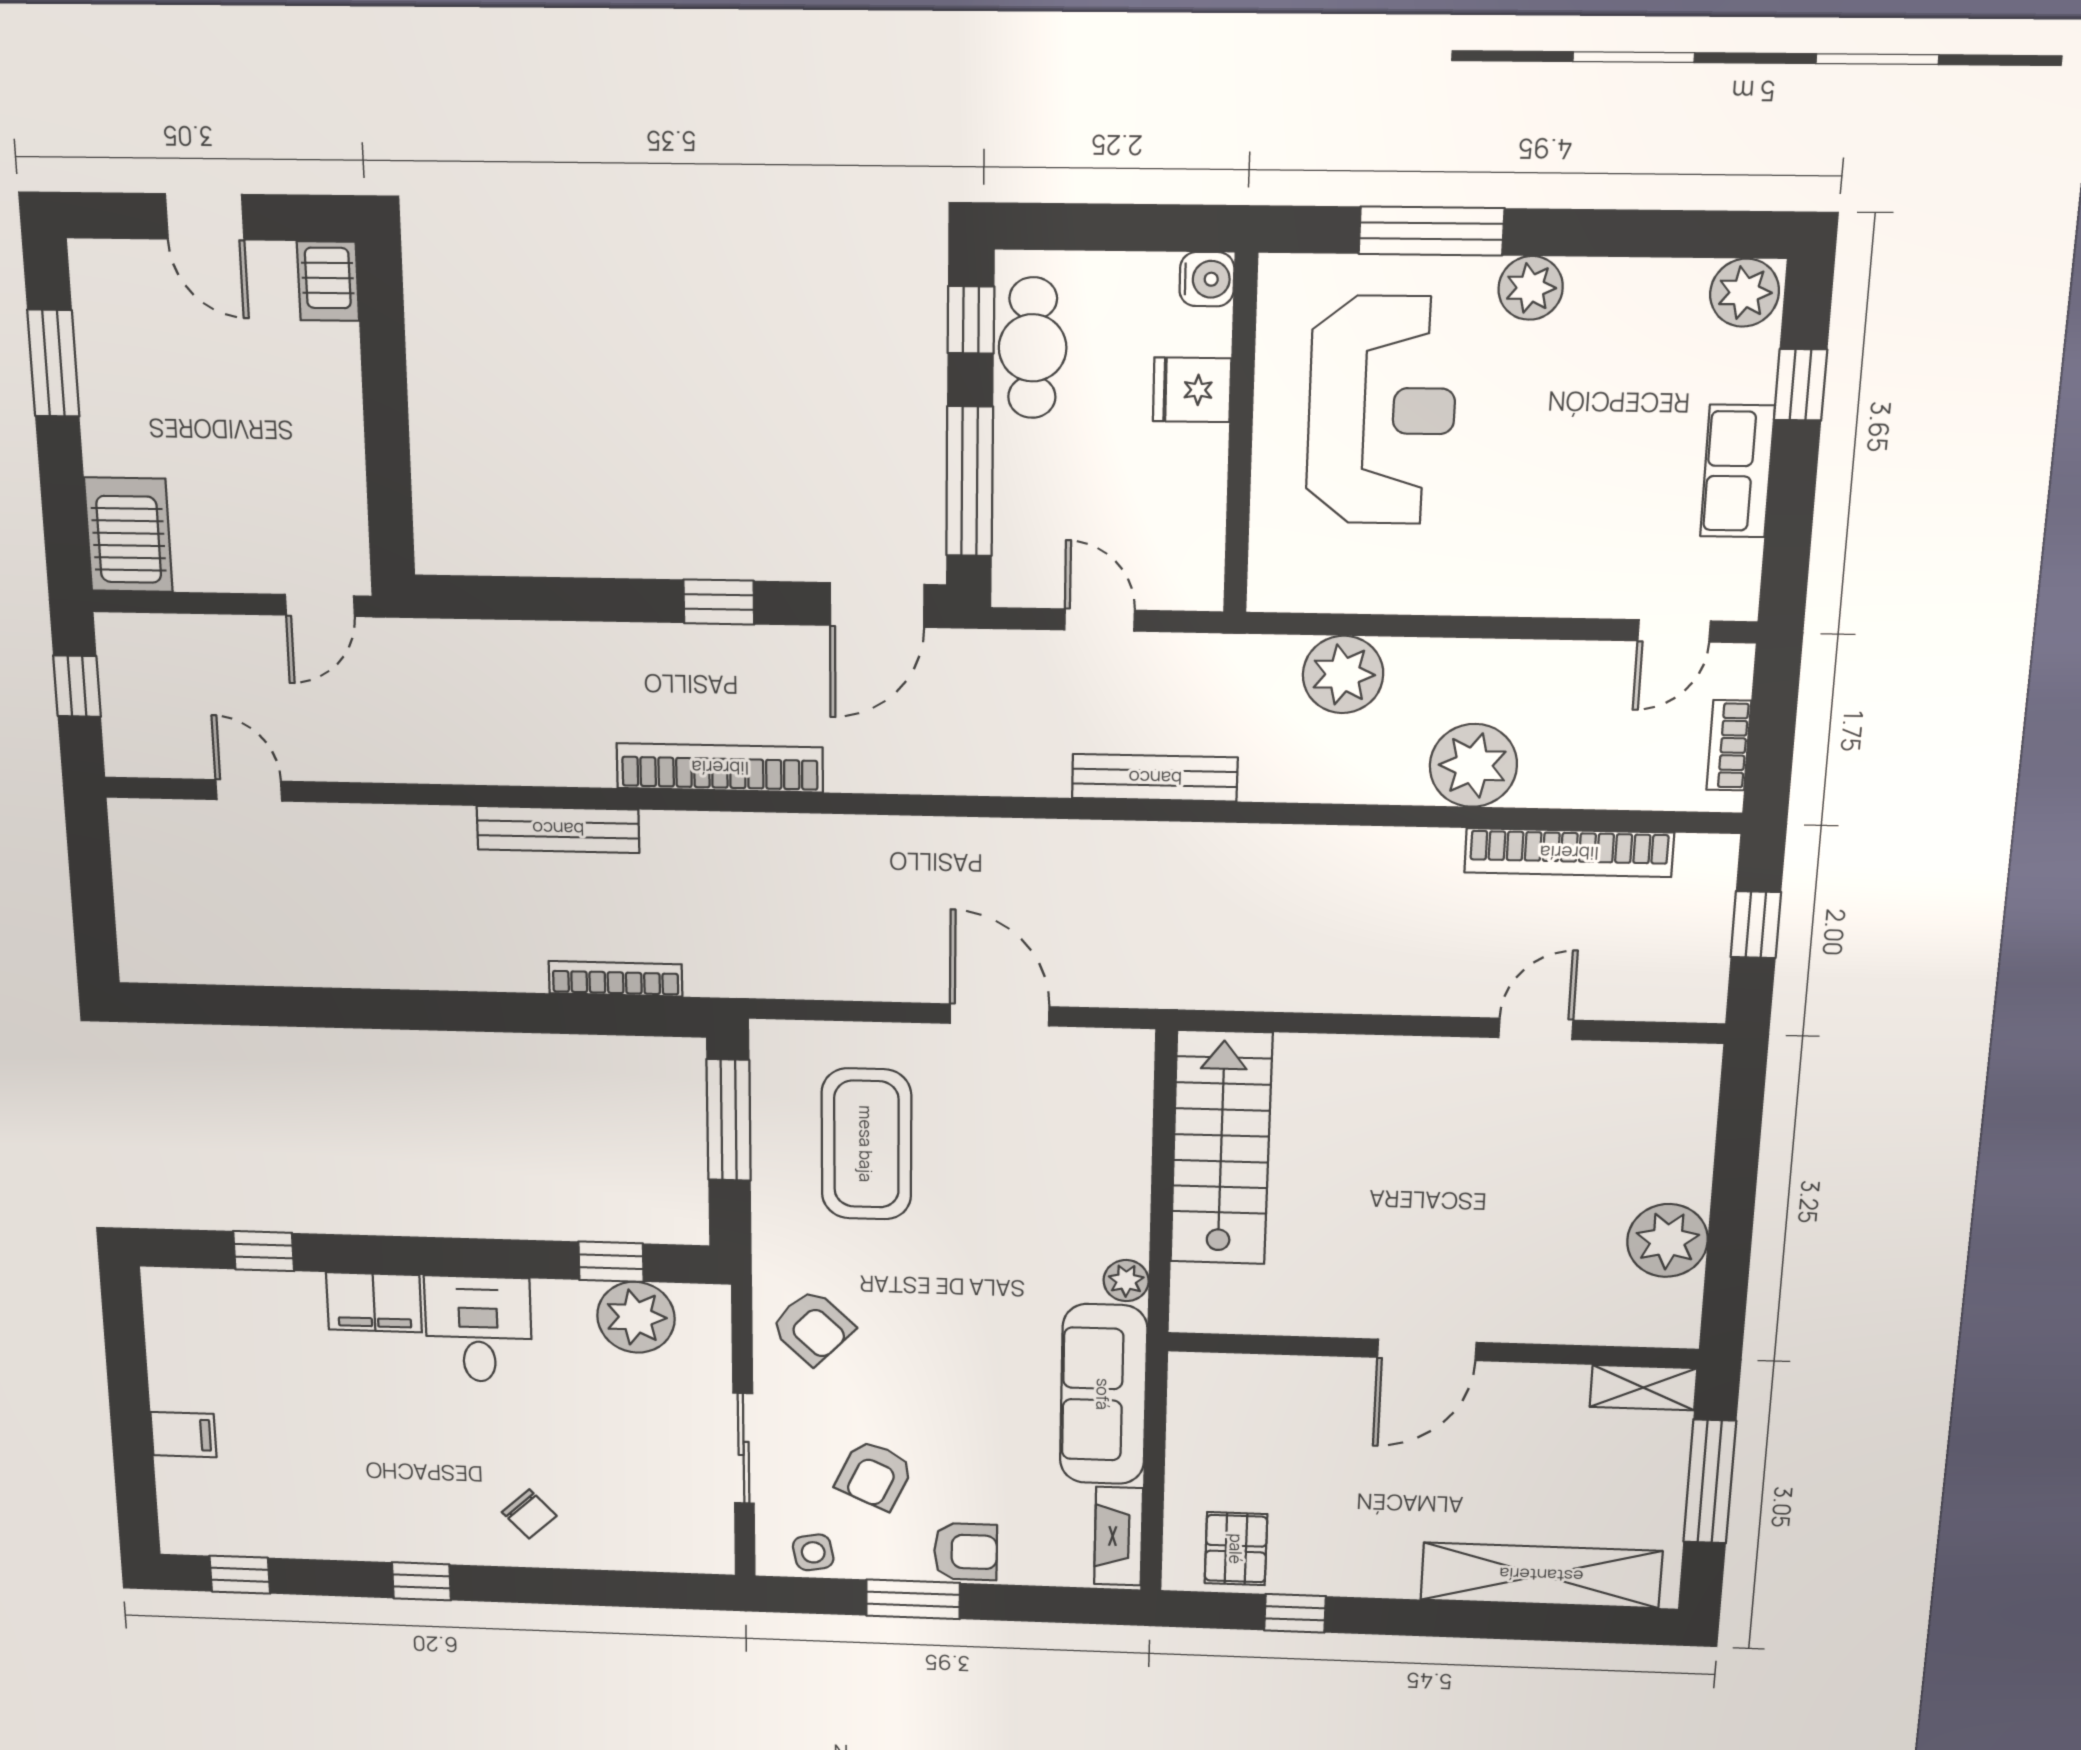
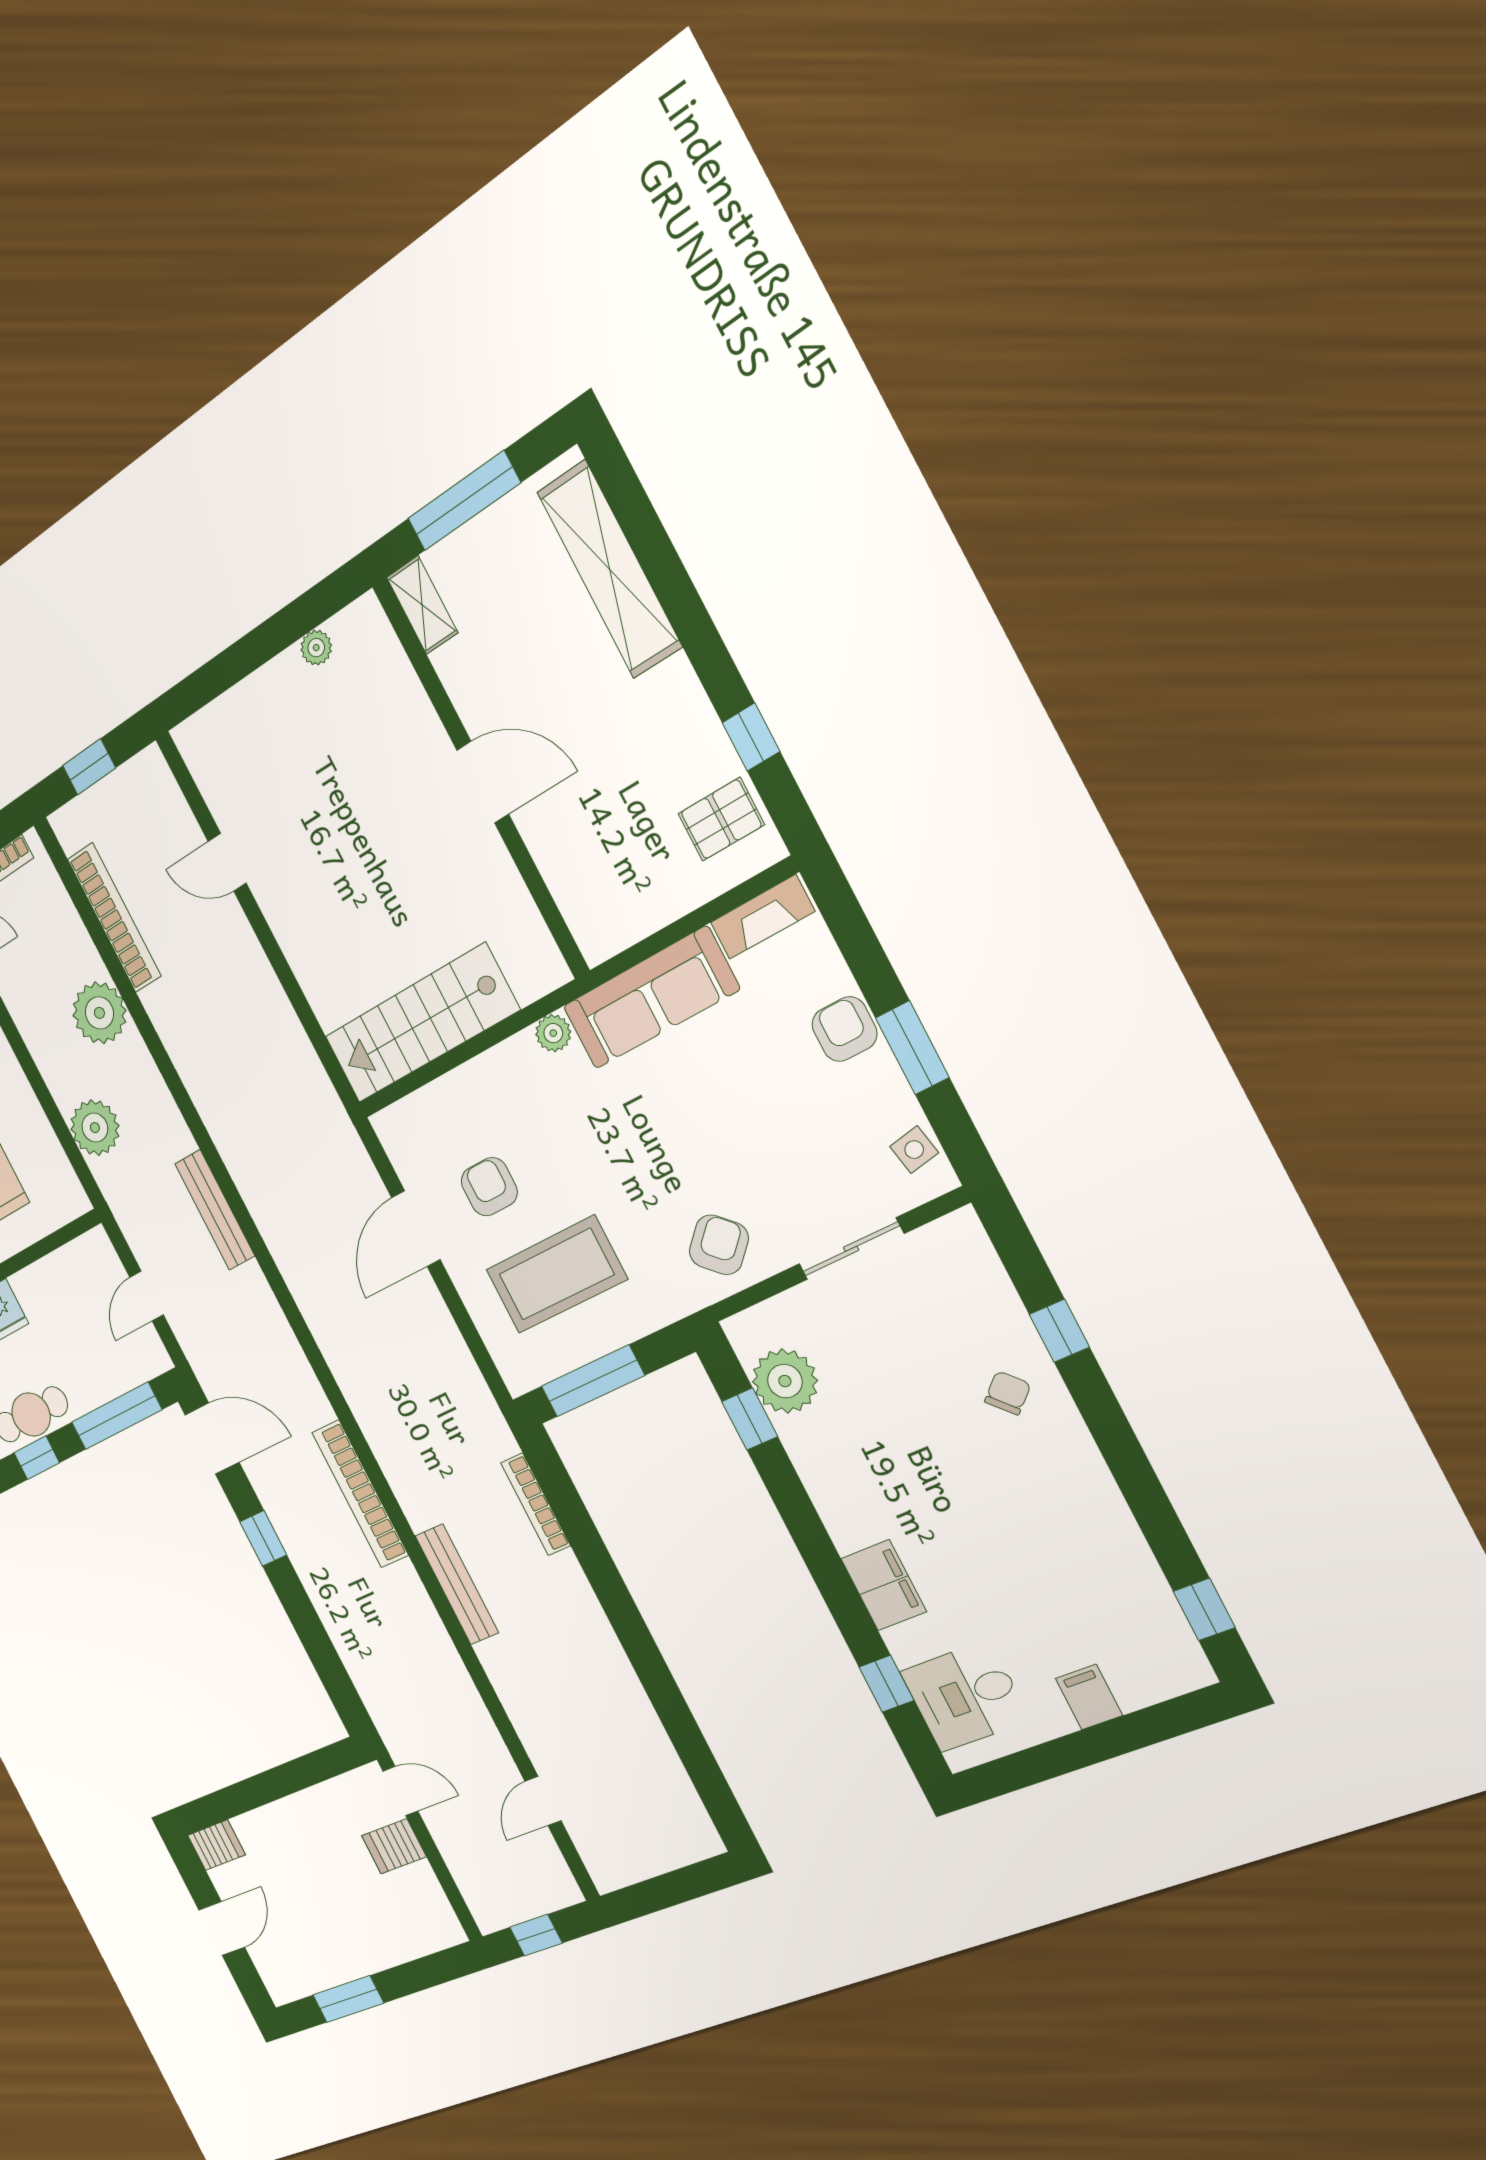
server rack: (128, 535) -> (394, 1846), moved, width x0.73, depth x0.70
plant: (1667, 1240) -> (316, 648), width x0.53, depth x0.53
desk: (478, 1329) -> (965, 1696), moved
armchair: (875, 1475) -> (489, 1187), moved, turned -115
window: (421, 1581) -> (1059, 1331), moved

